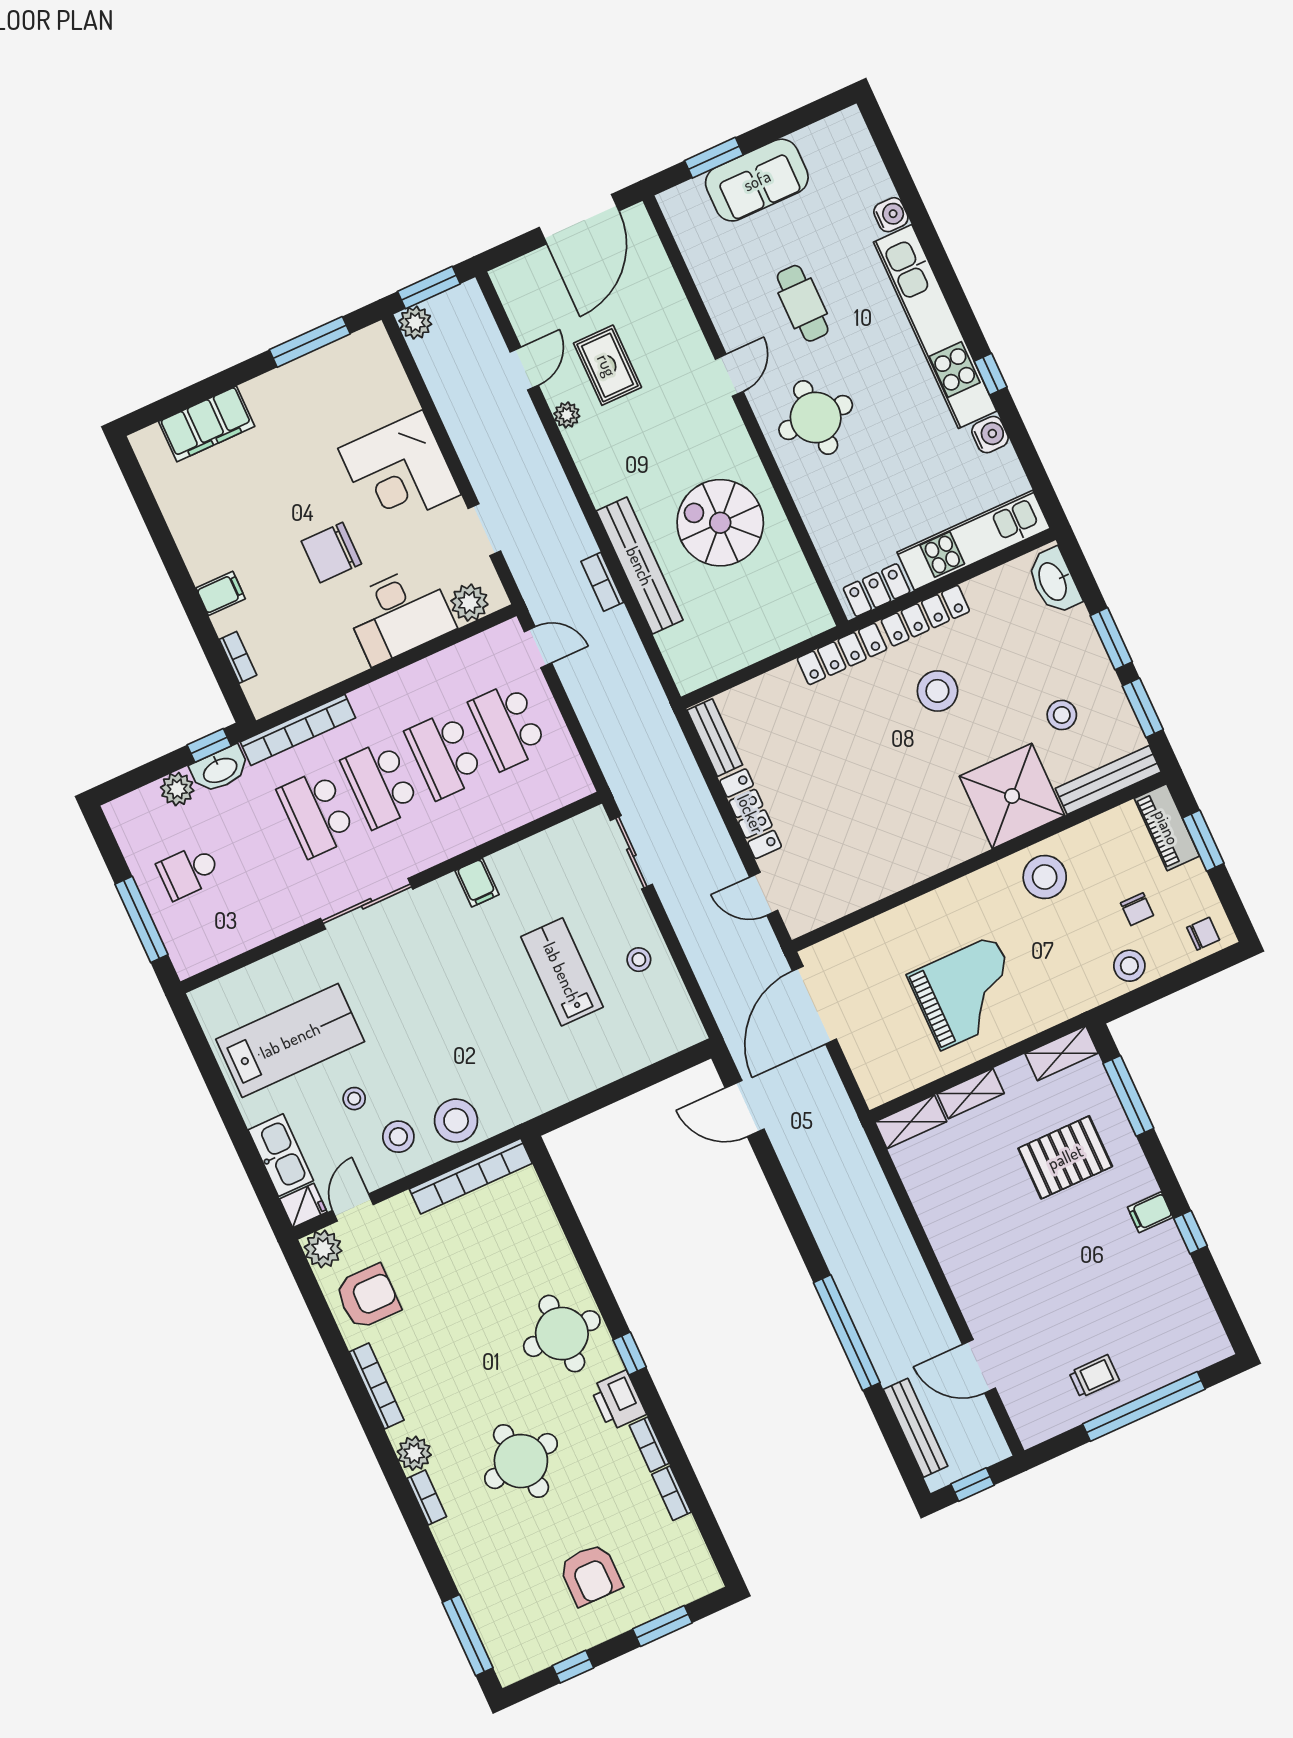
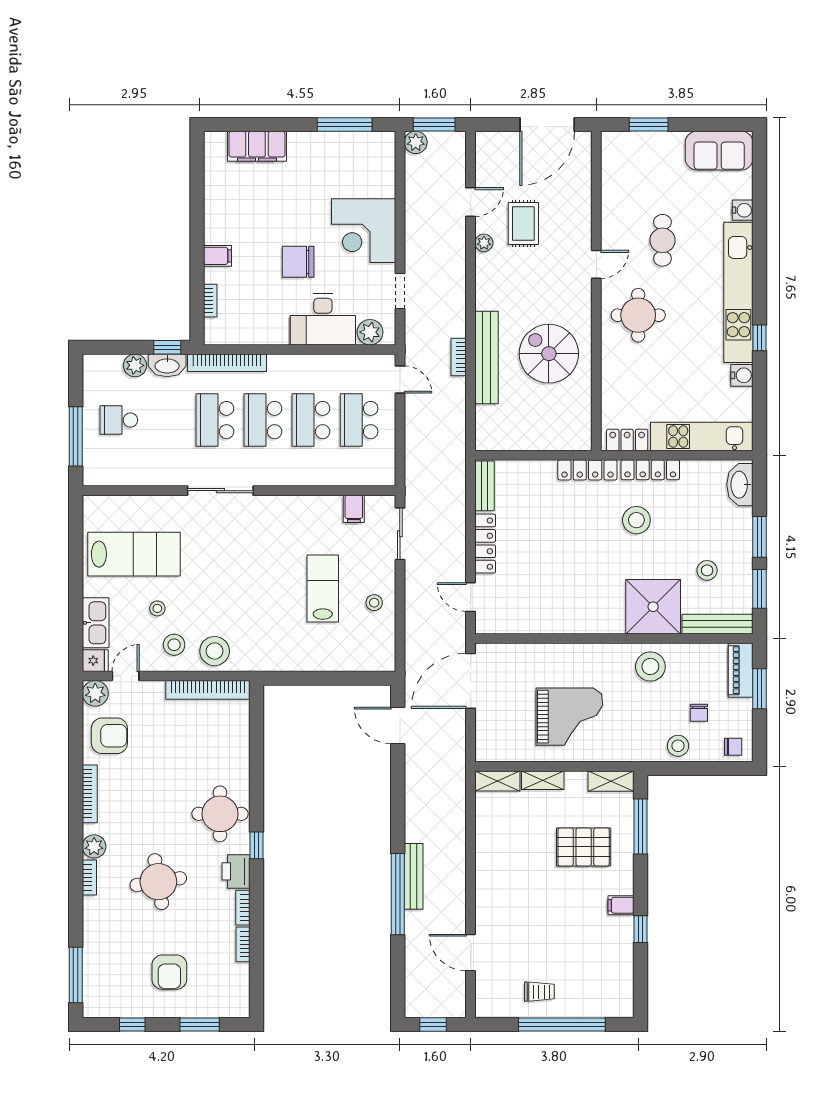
sofa: (757, 180) -> (719, 151), moved
filing cabinet: (477, 883) -> (354, 509), moved
bench: (916, 1428) -> (414, 876), moved

